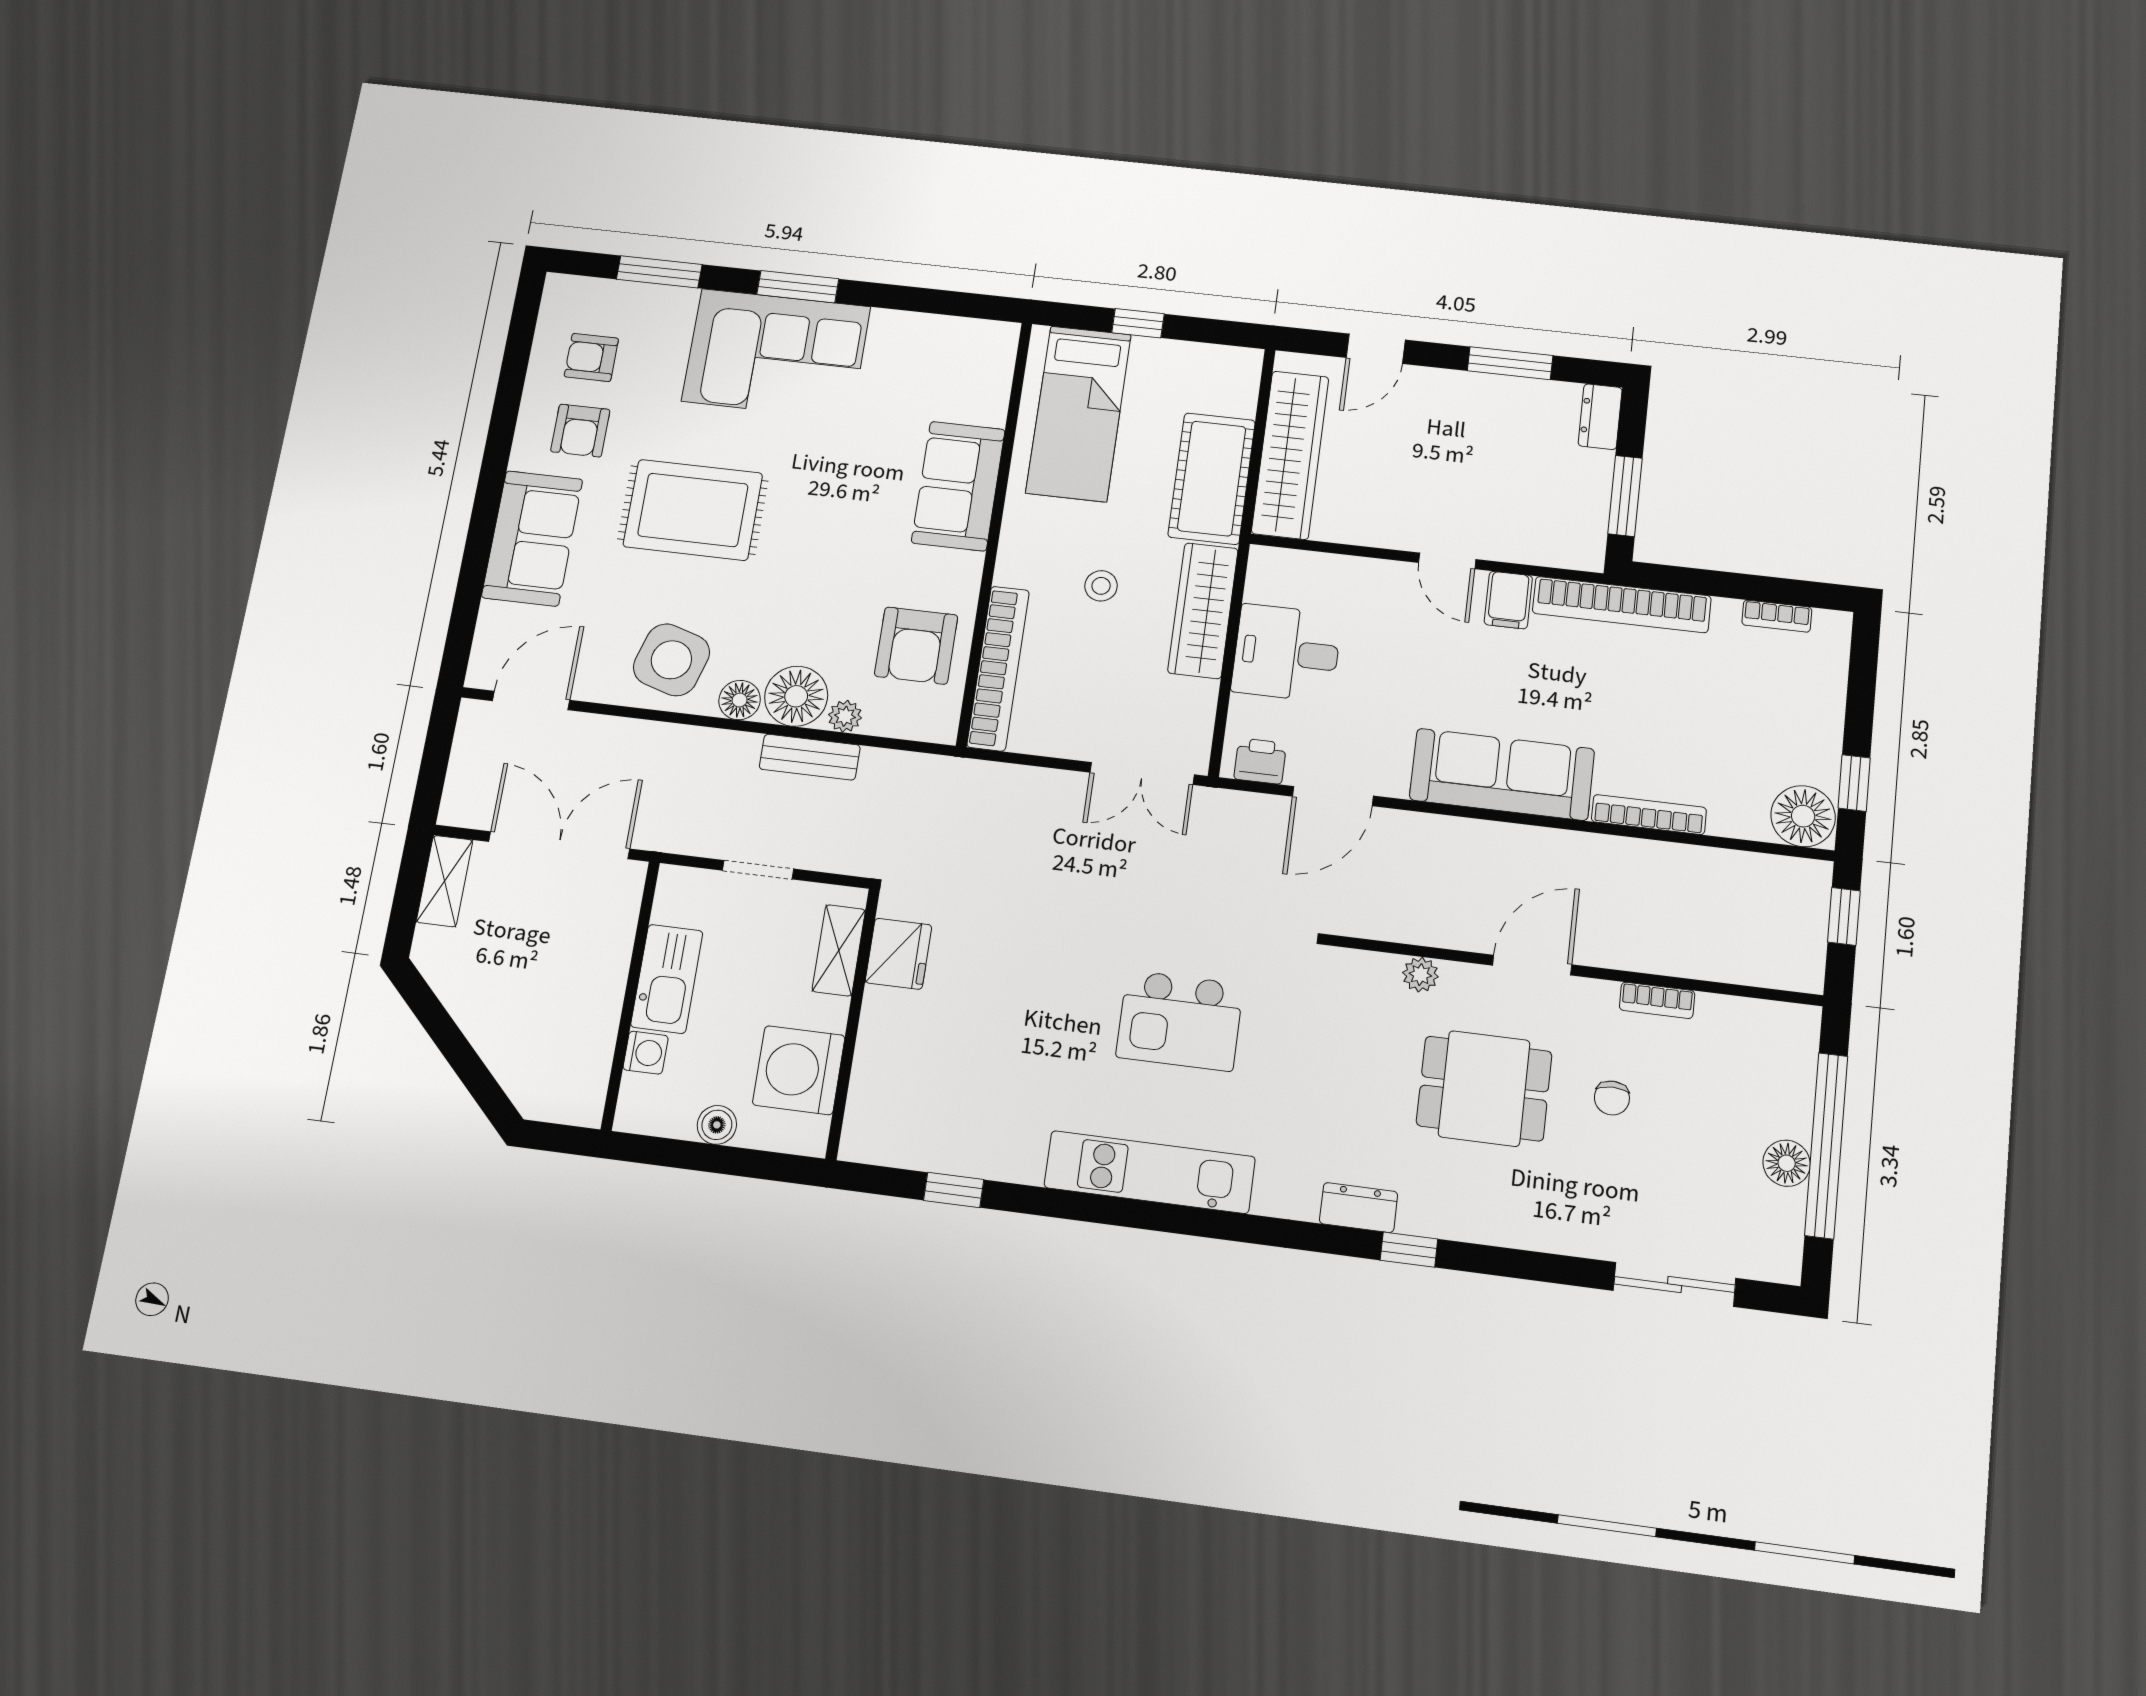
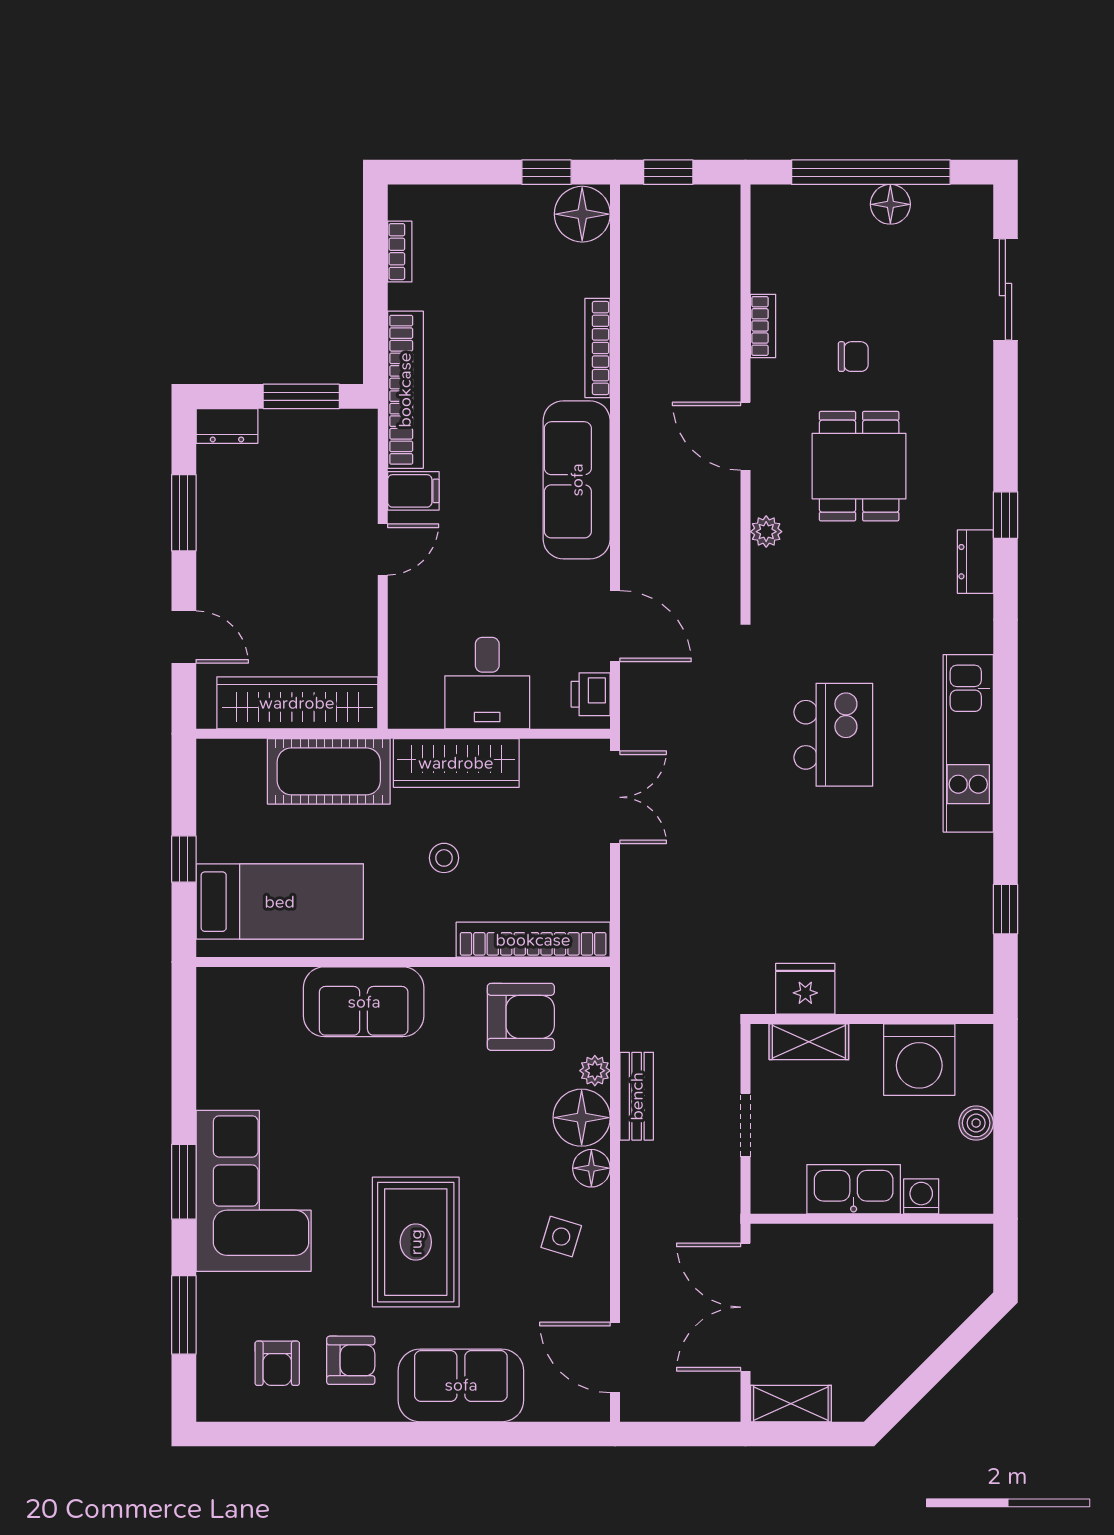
side table: (671, 660) -> (561, 1237), width x0.54, depth x0.54

